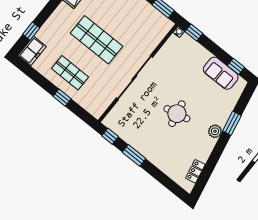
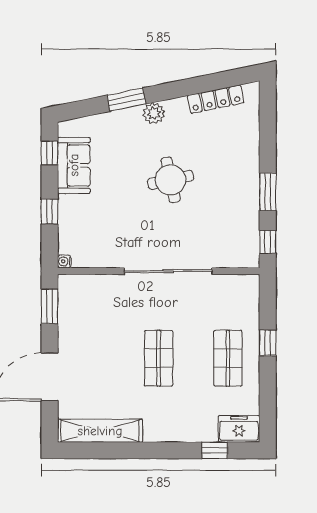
window: (194, 32) -> (50, 212), moved
shop shelf: (97, 40) -> (159, 358), width x0.70, depth x0.74
locker: (195, 171) -> (216, 99), width x1.53

